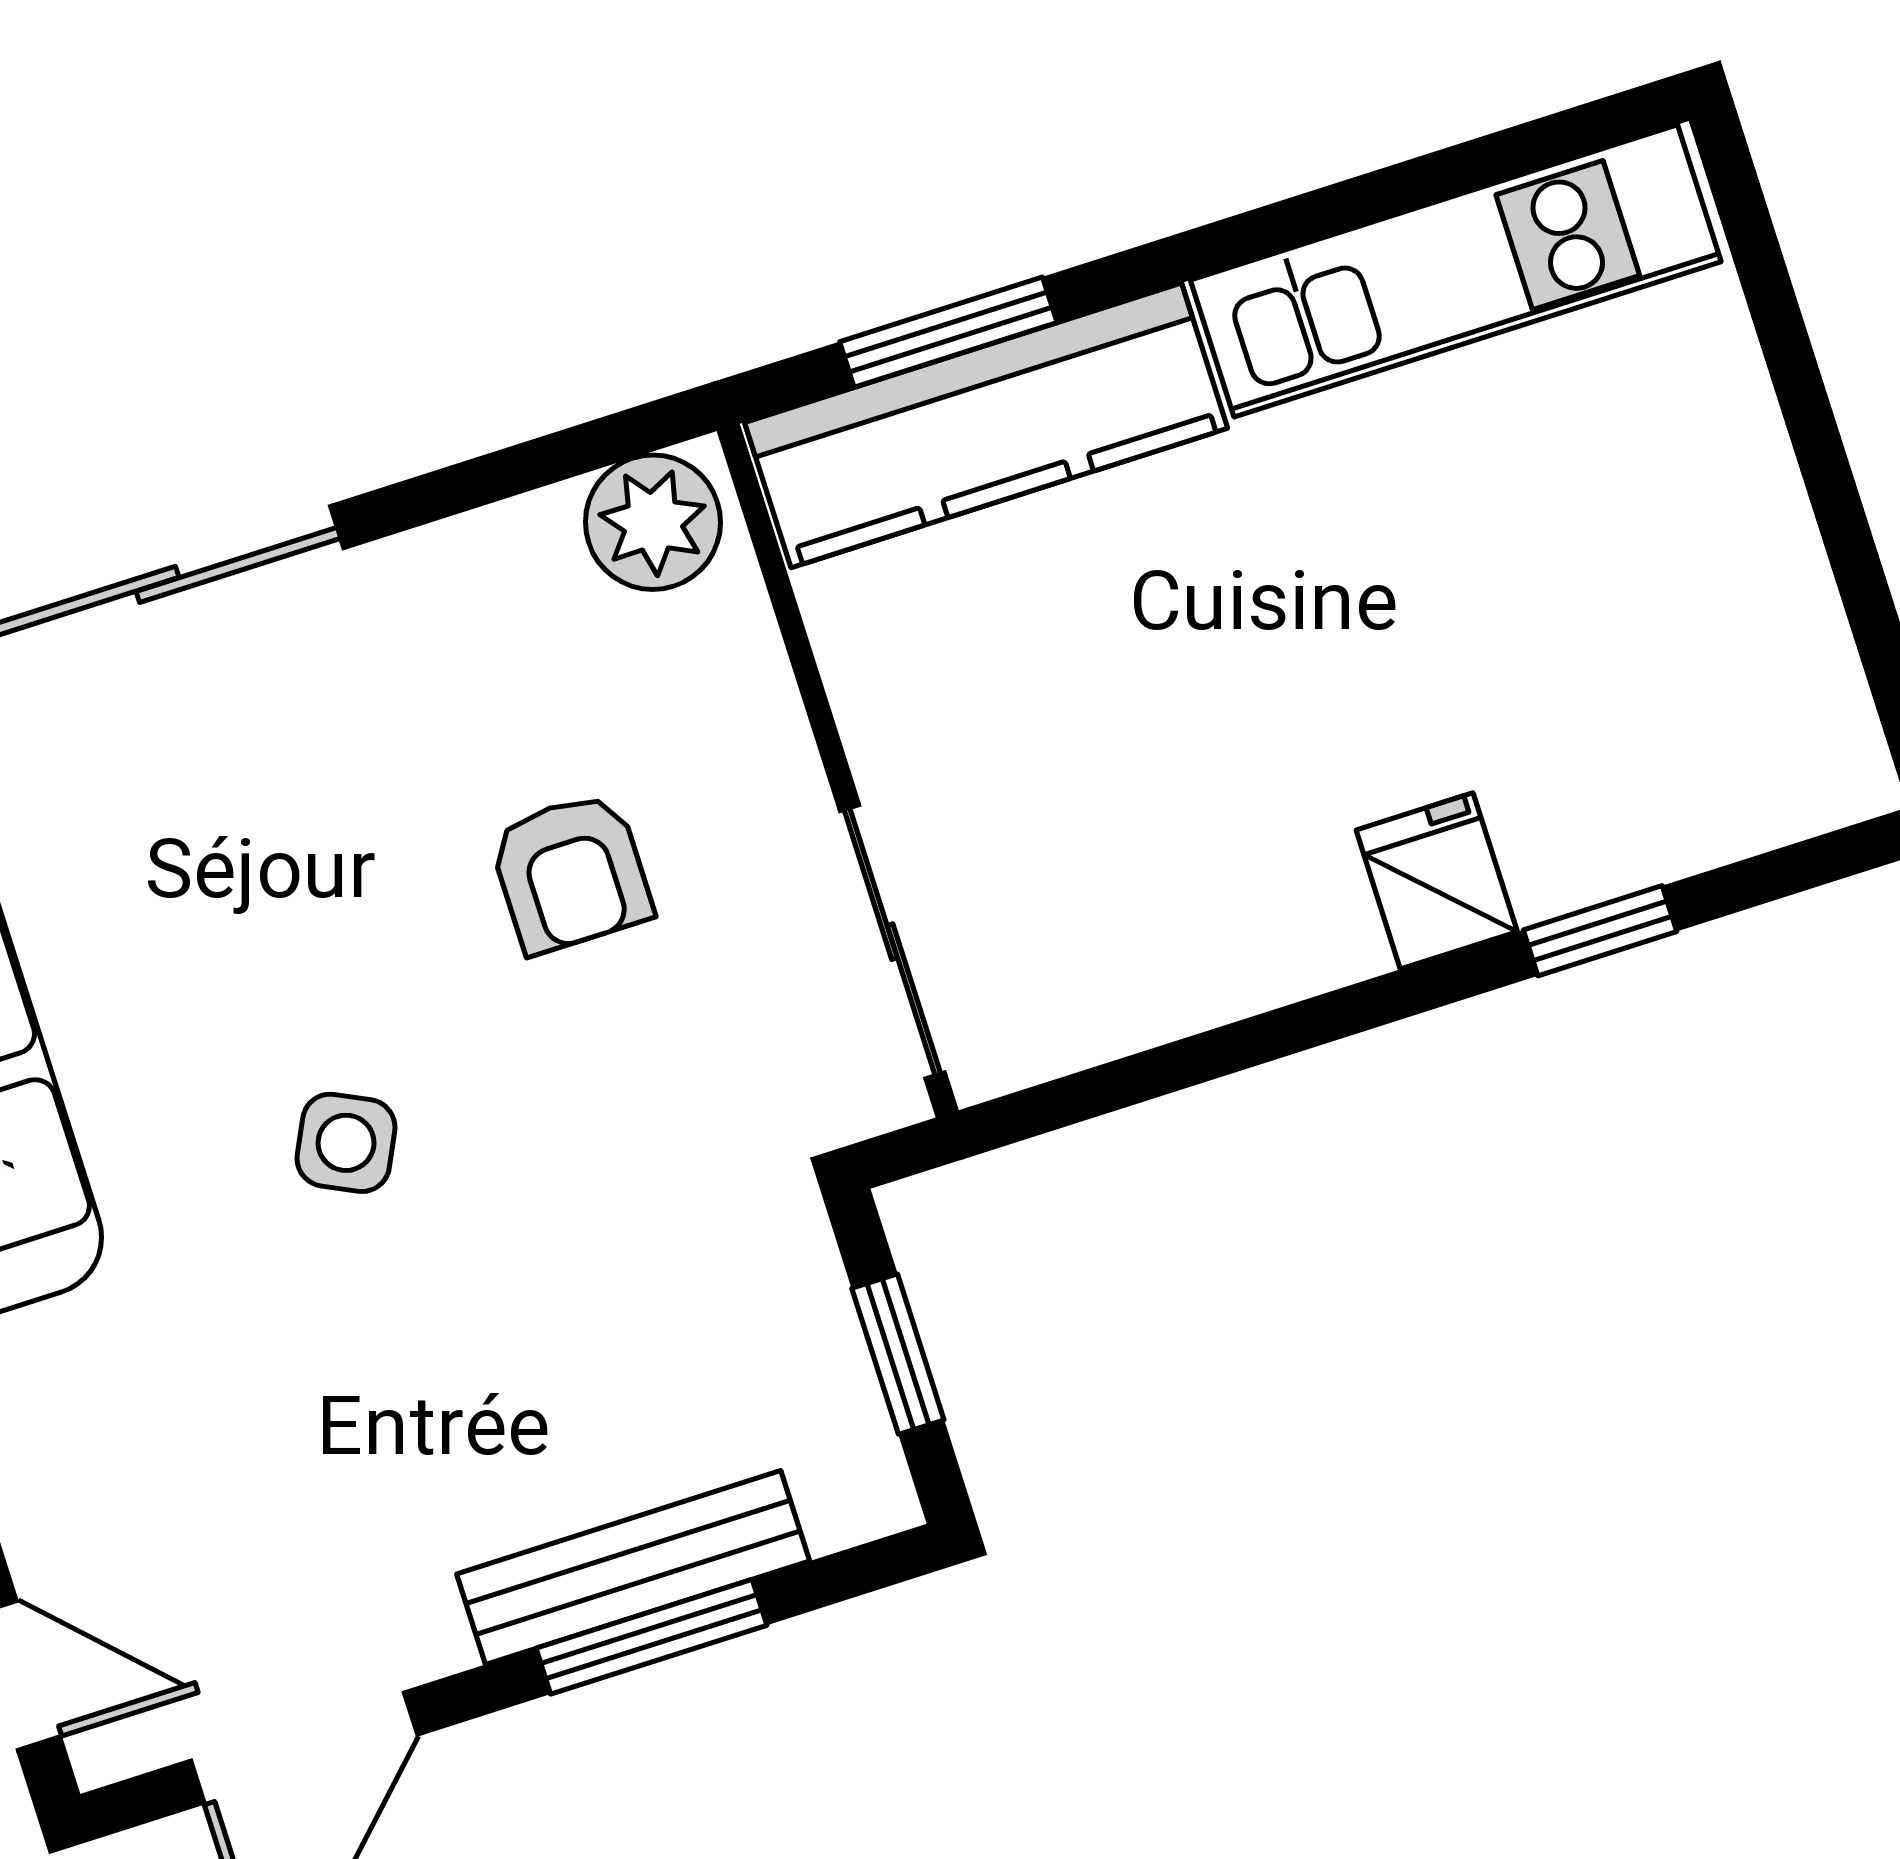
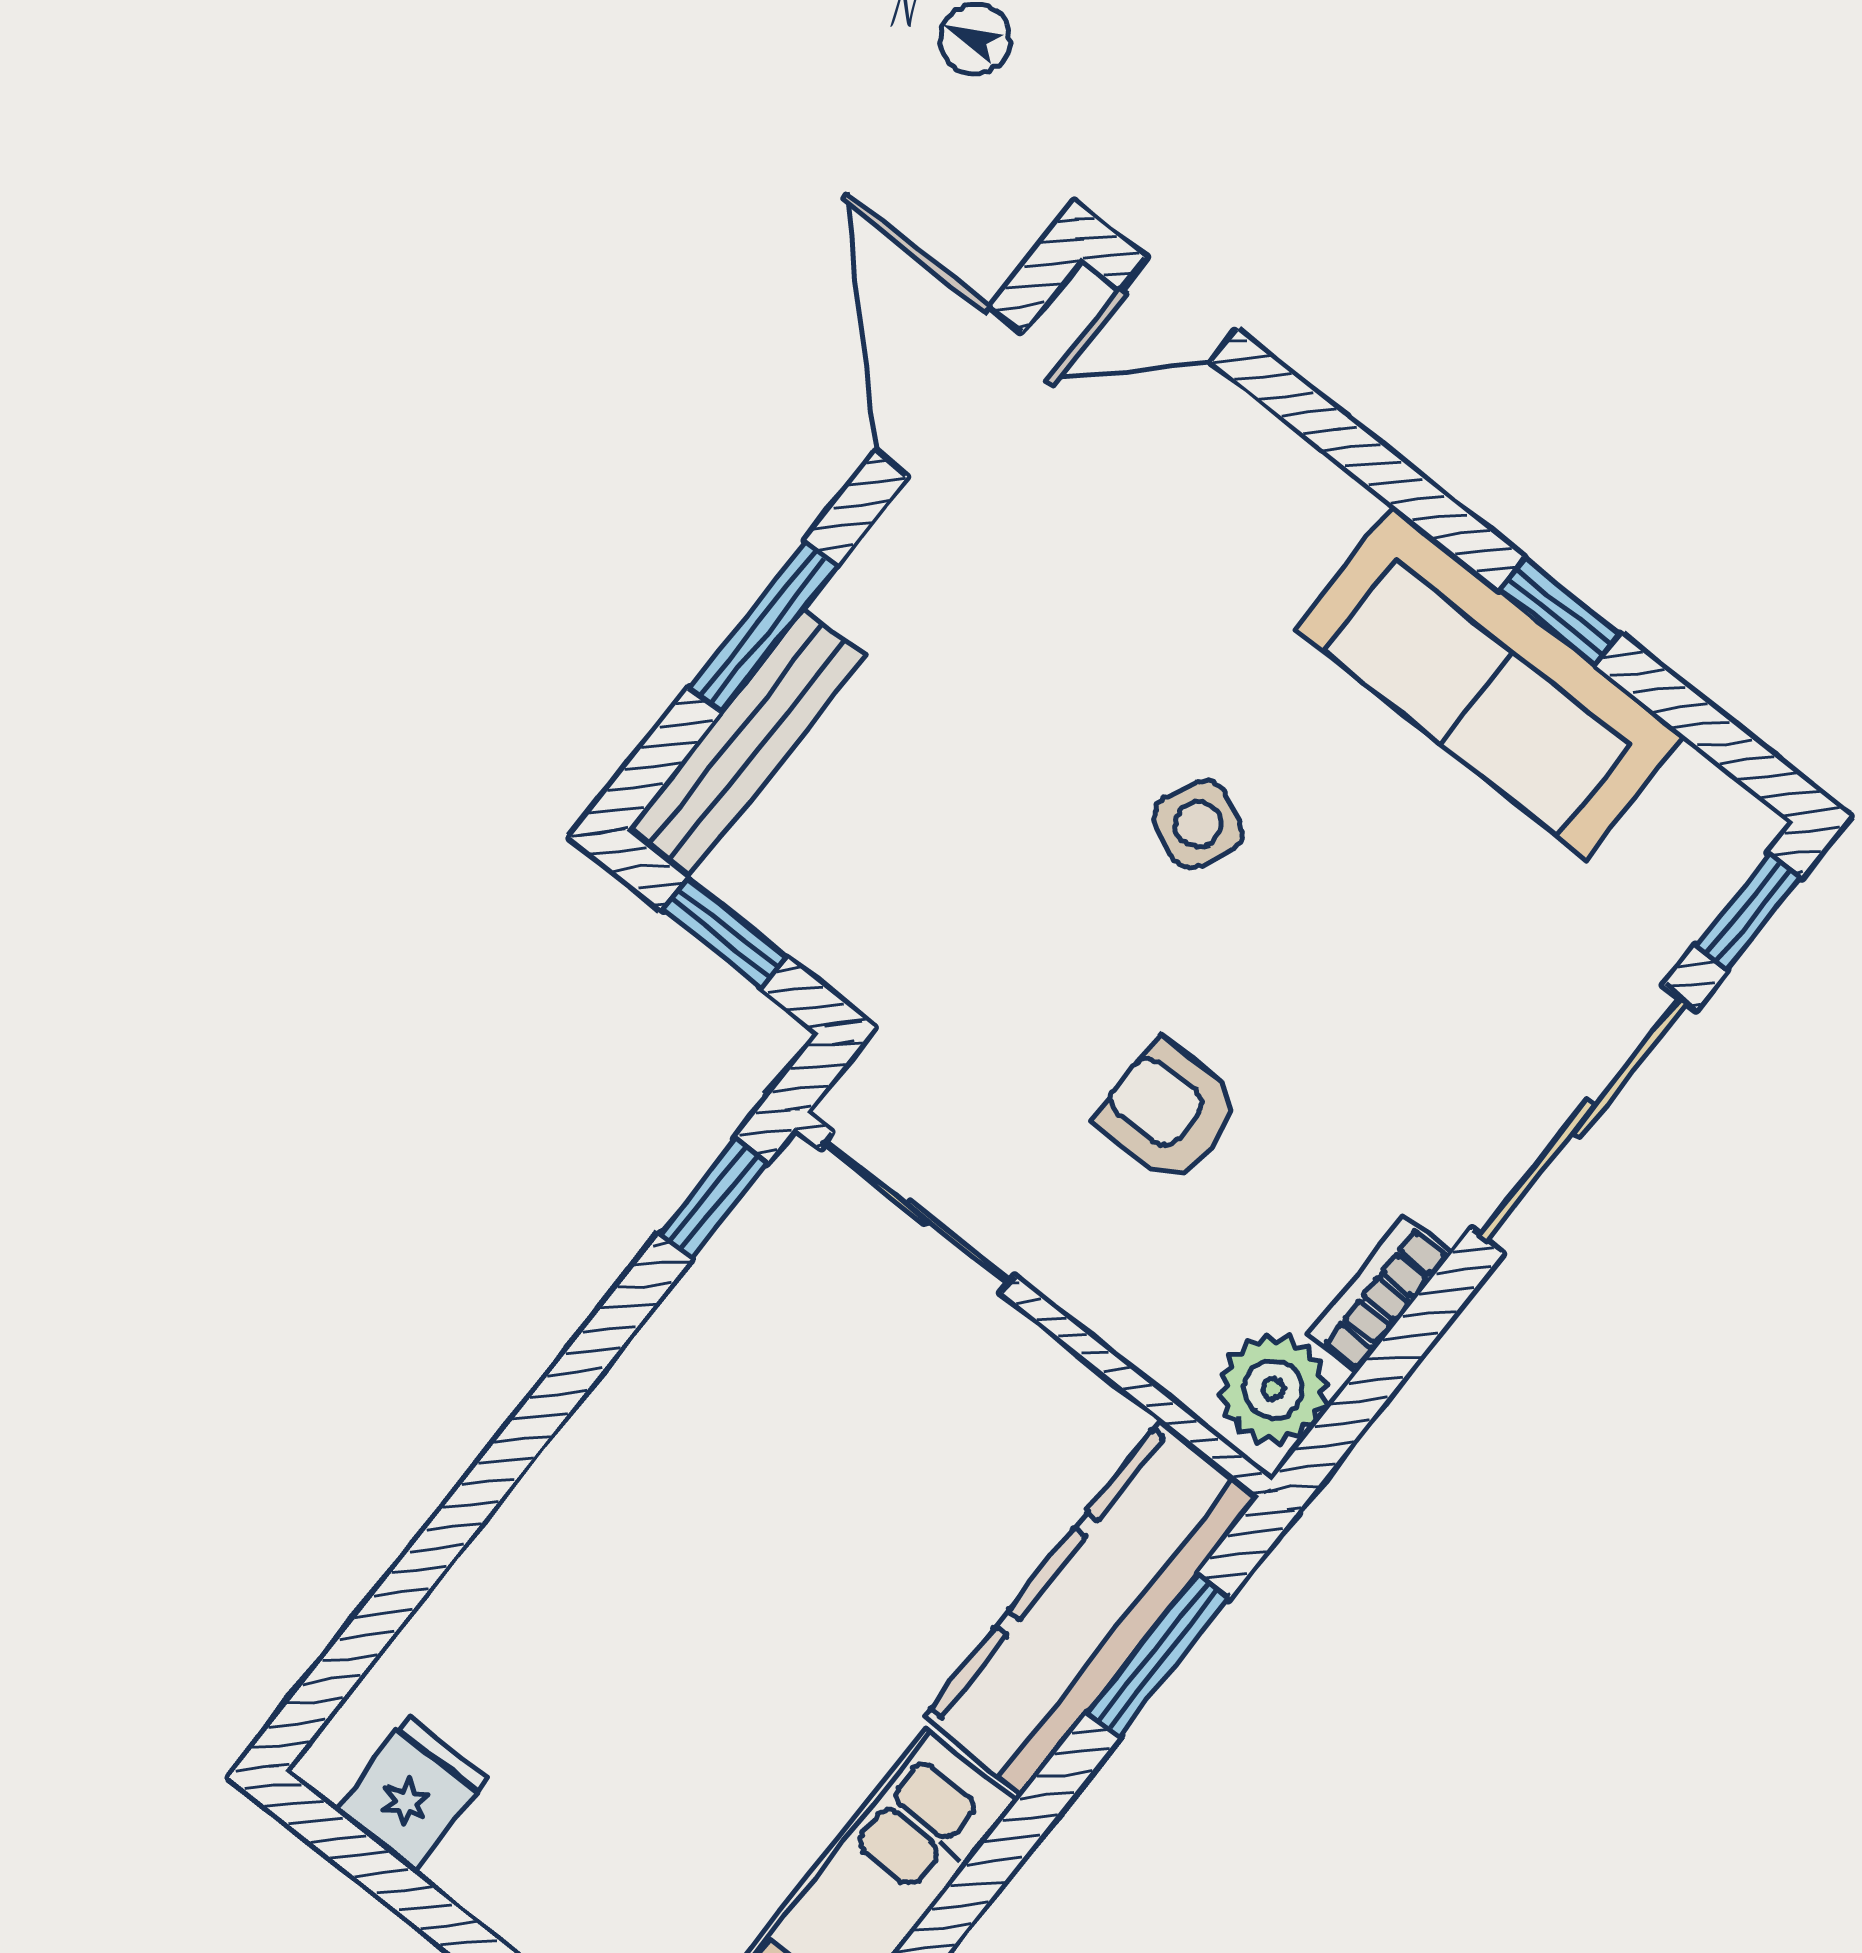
bookcase: (481, 546) -> (1380, 1294), added
fridge: (1437, 881) -> (412, 1794), moved, turned -90
window: (1600, 931) -> (713, 1198), moved
bench: (633, 1567) -> (747, 741), moved

